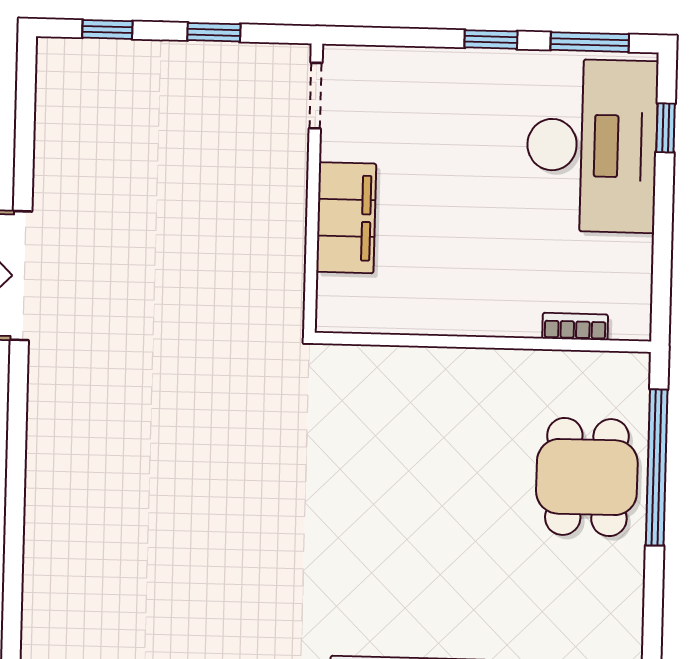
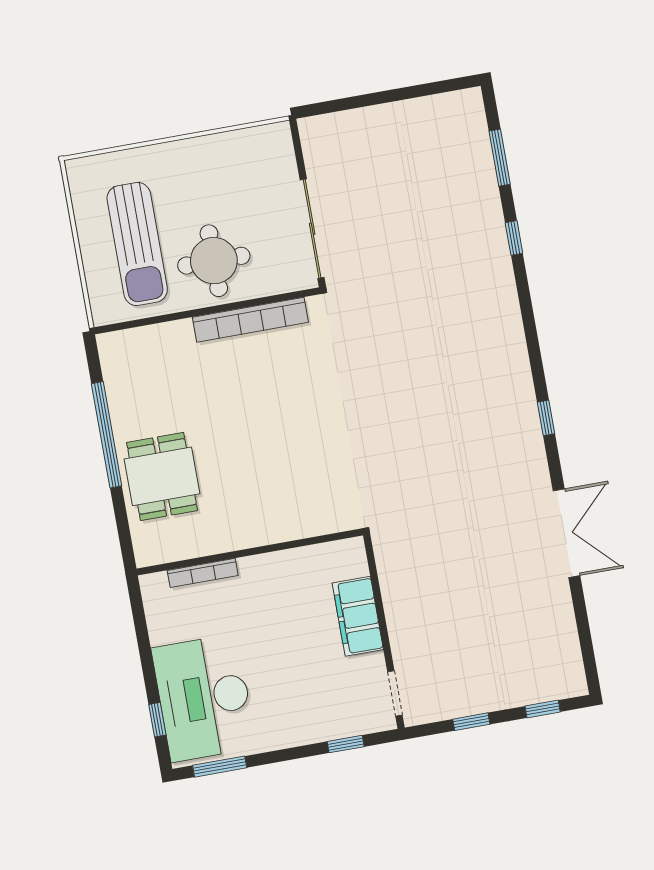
window: (491, 39) -> (346, 744), moved
bookcase: (575, 326) -> (203, 573), width x1.56
window: (16, 448) -> (546, 418), added
window: (657, 467) -> (107, 435), moved

